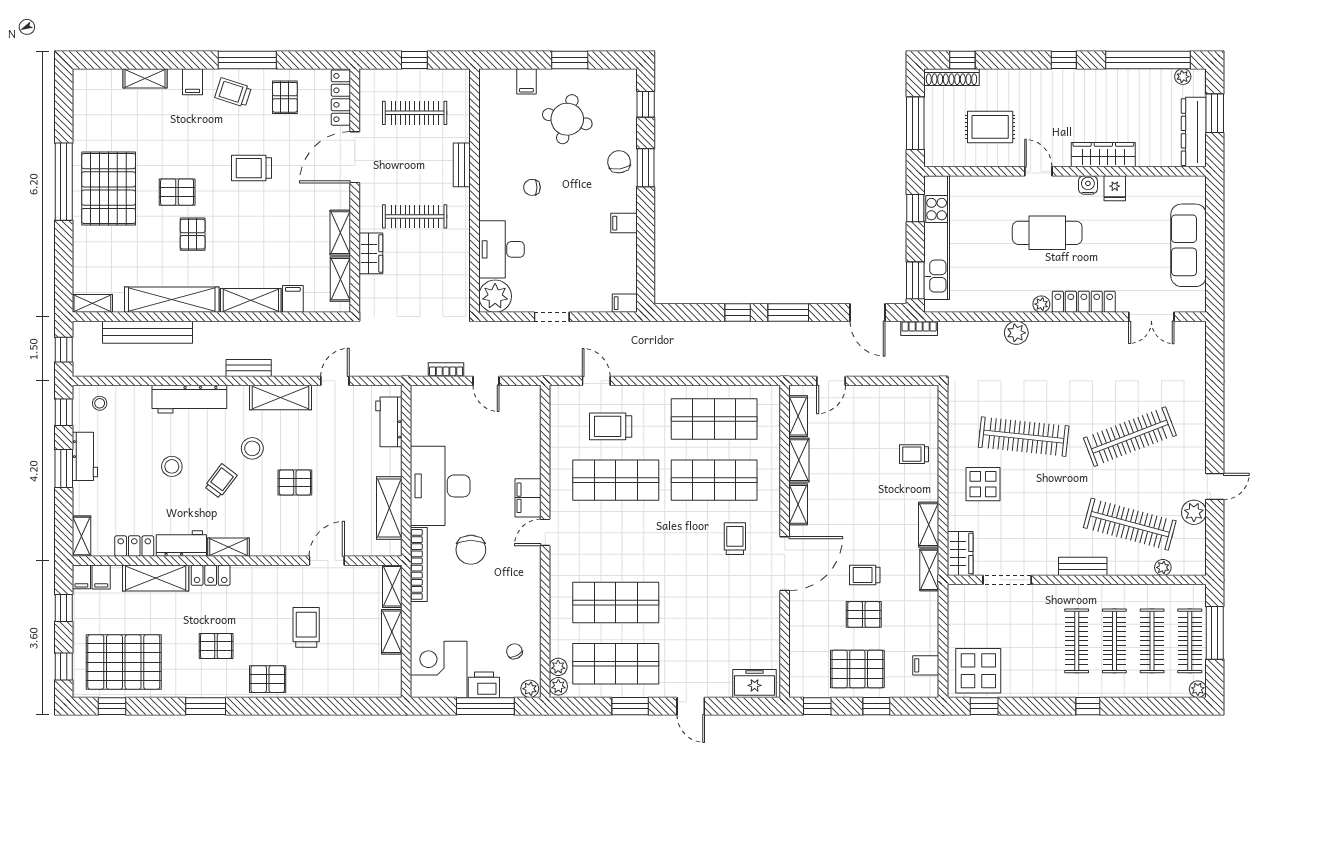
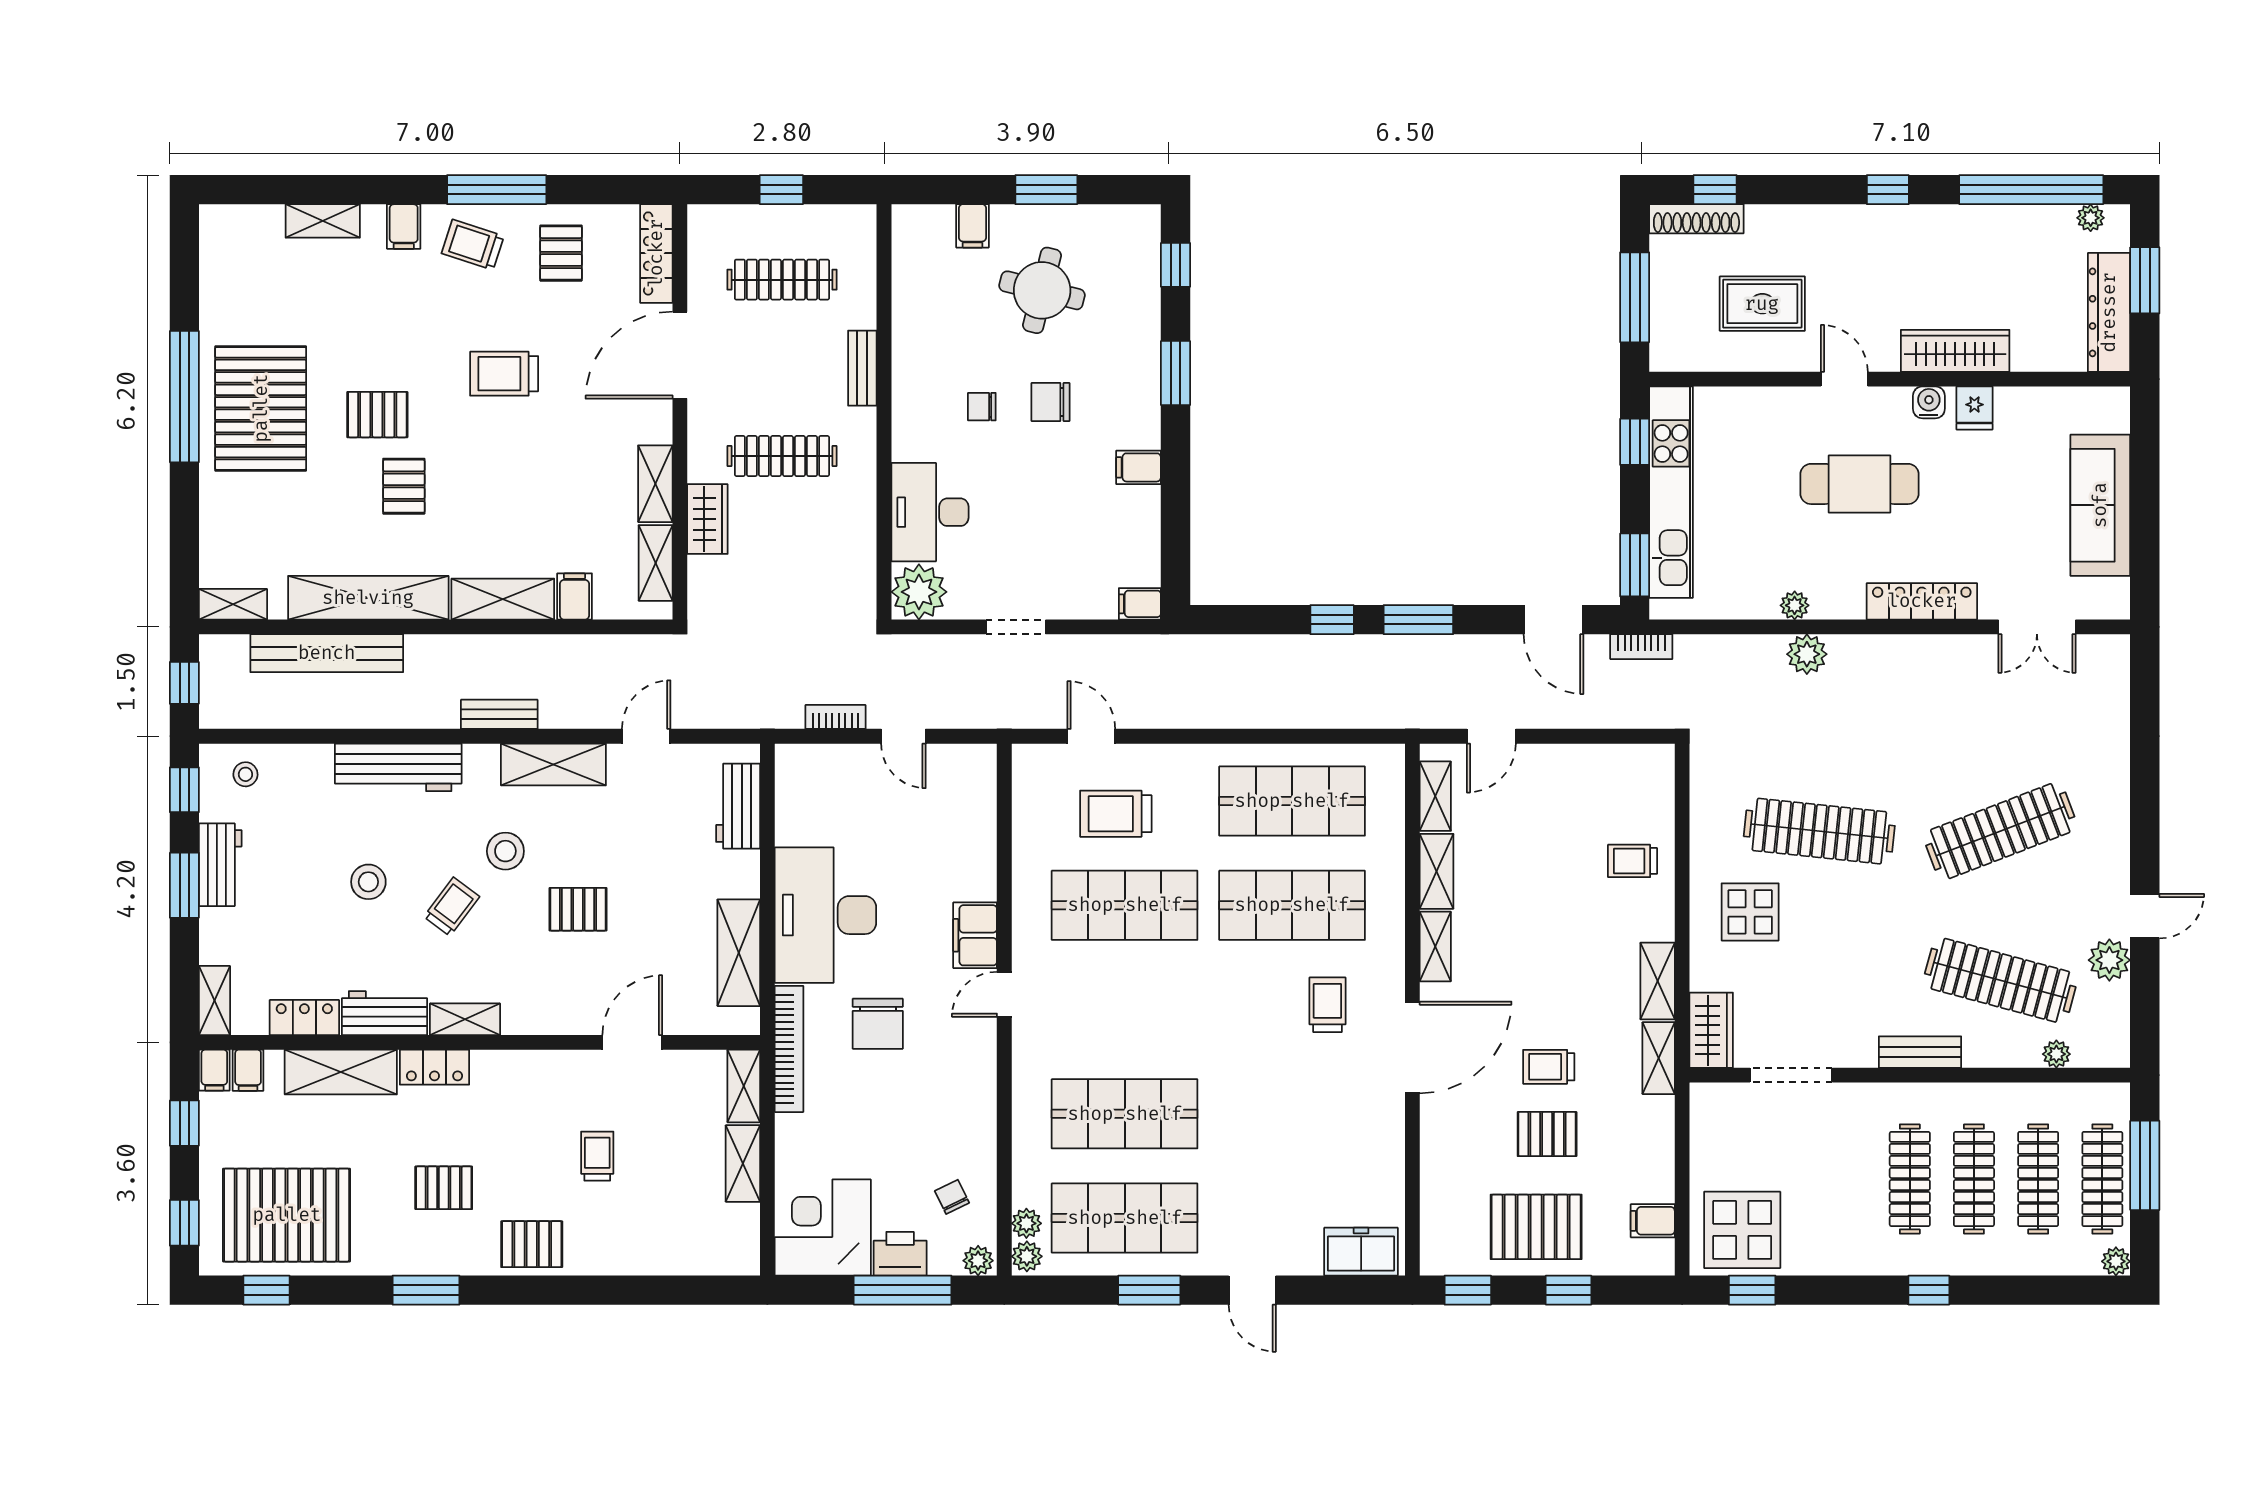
chair: (619, 162) -> (1050, 402), moved, turned -82
plant: (1041, 304) -> (1795, 605), moved
trolley: (306, 627) -> (597, 1156), width x0.73, depth x0.72

